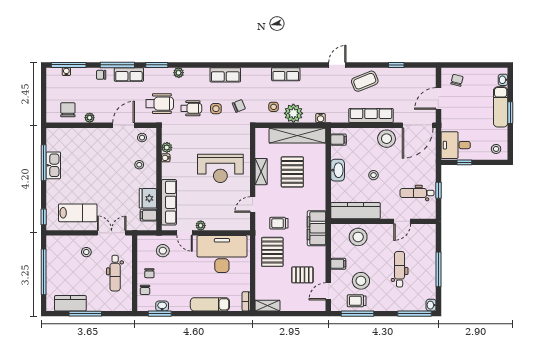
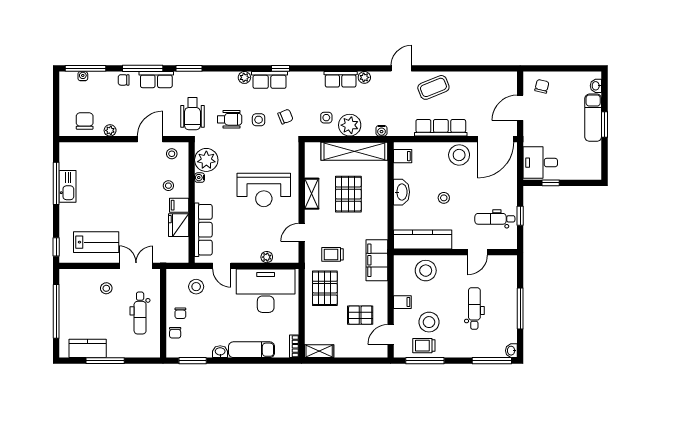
window: (396, 65) -> (280, 68), moved
plant: (179, 73) -> (244, 77), moved
plant: (306, 73) -> (364, 77), added
wheelchair: (160, 104) -> (192, 114), turned 90
plant: (167, 147) -> (206, 160), width x1.87, depth x1.87
stool: (496, 149) -> (588, 167), removed
filing cabinet: (148, 215) -> (179, 205), moved
plant: (201, 225) -> (267, 257), moved
washbasin: (162, 306) -> (220, 352), moved

